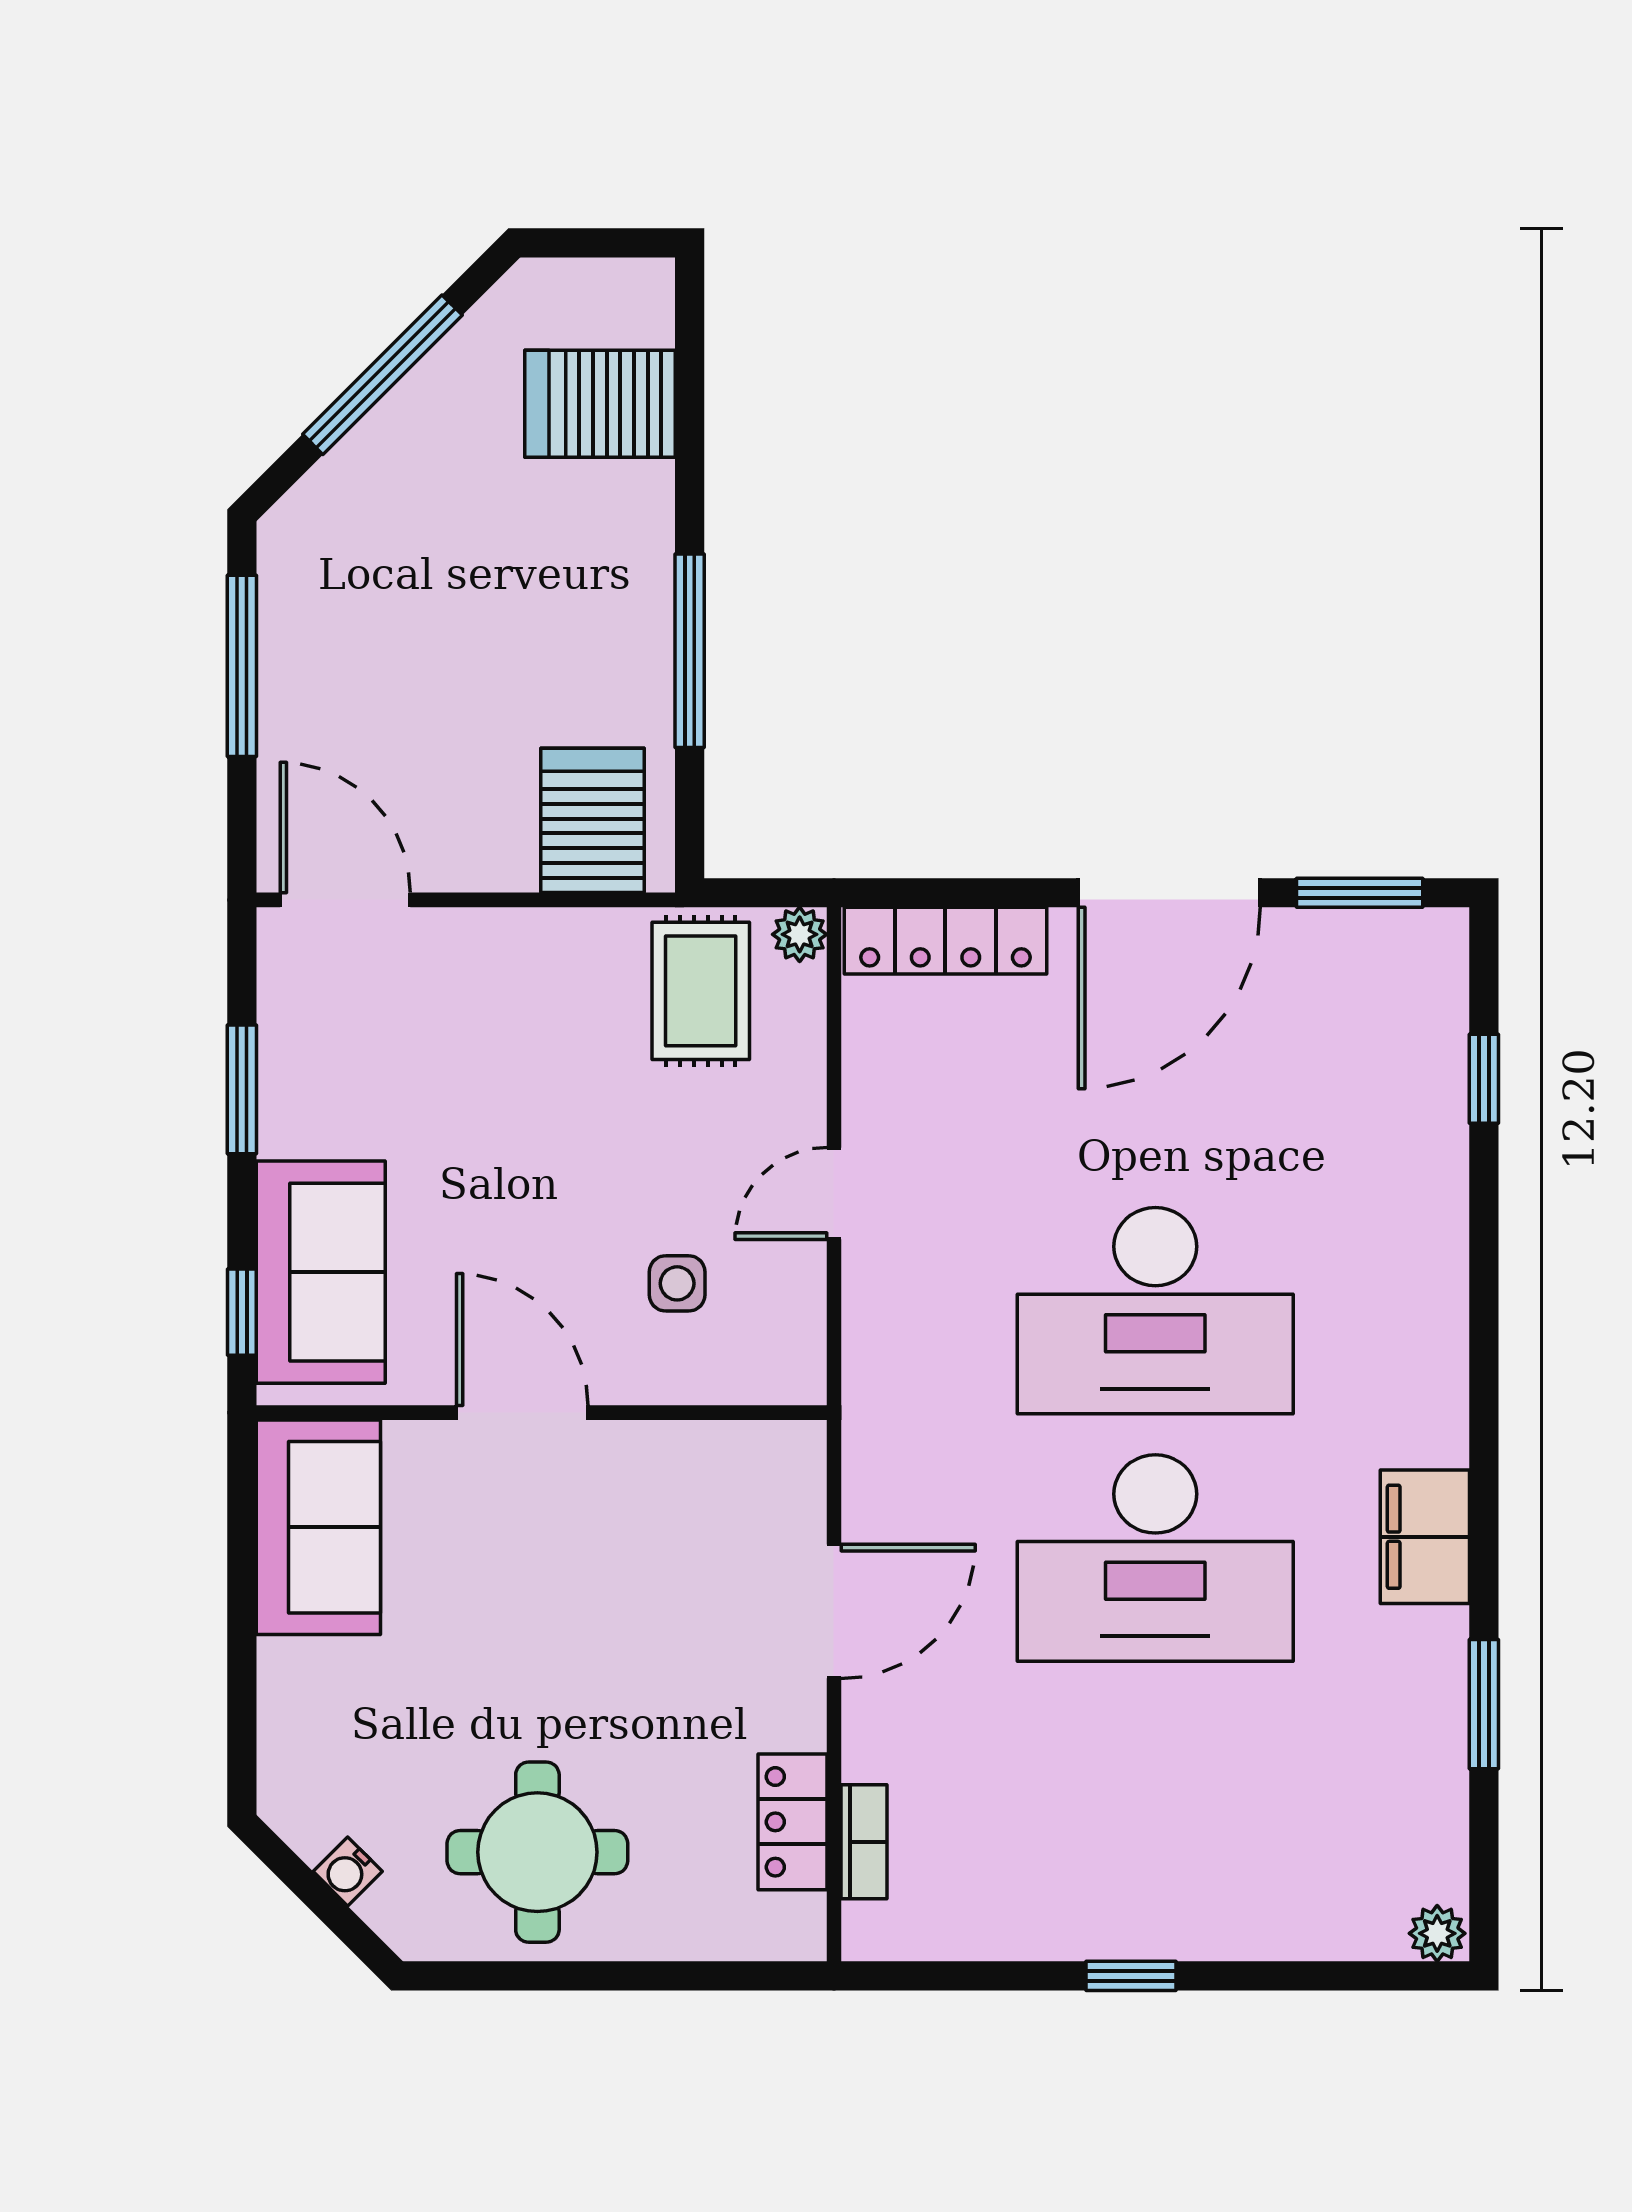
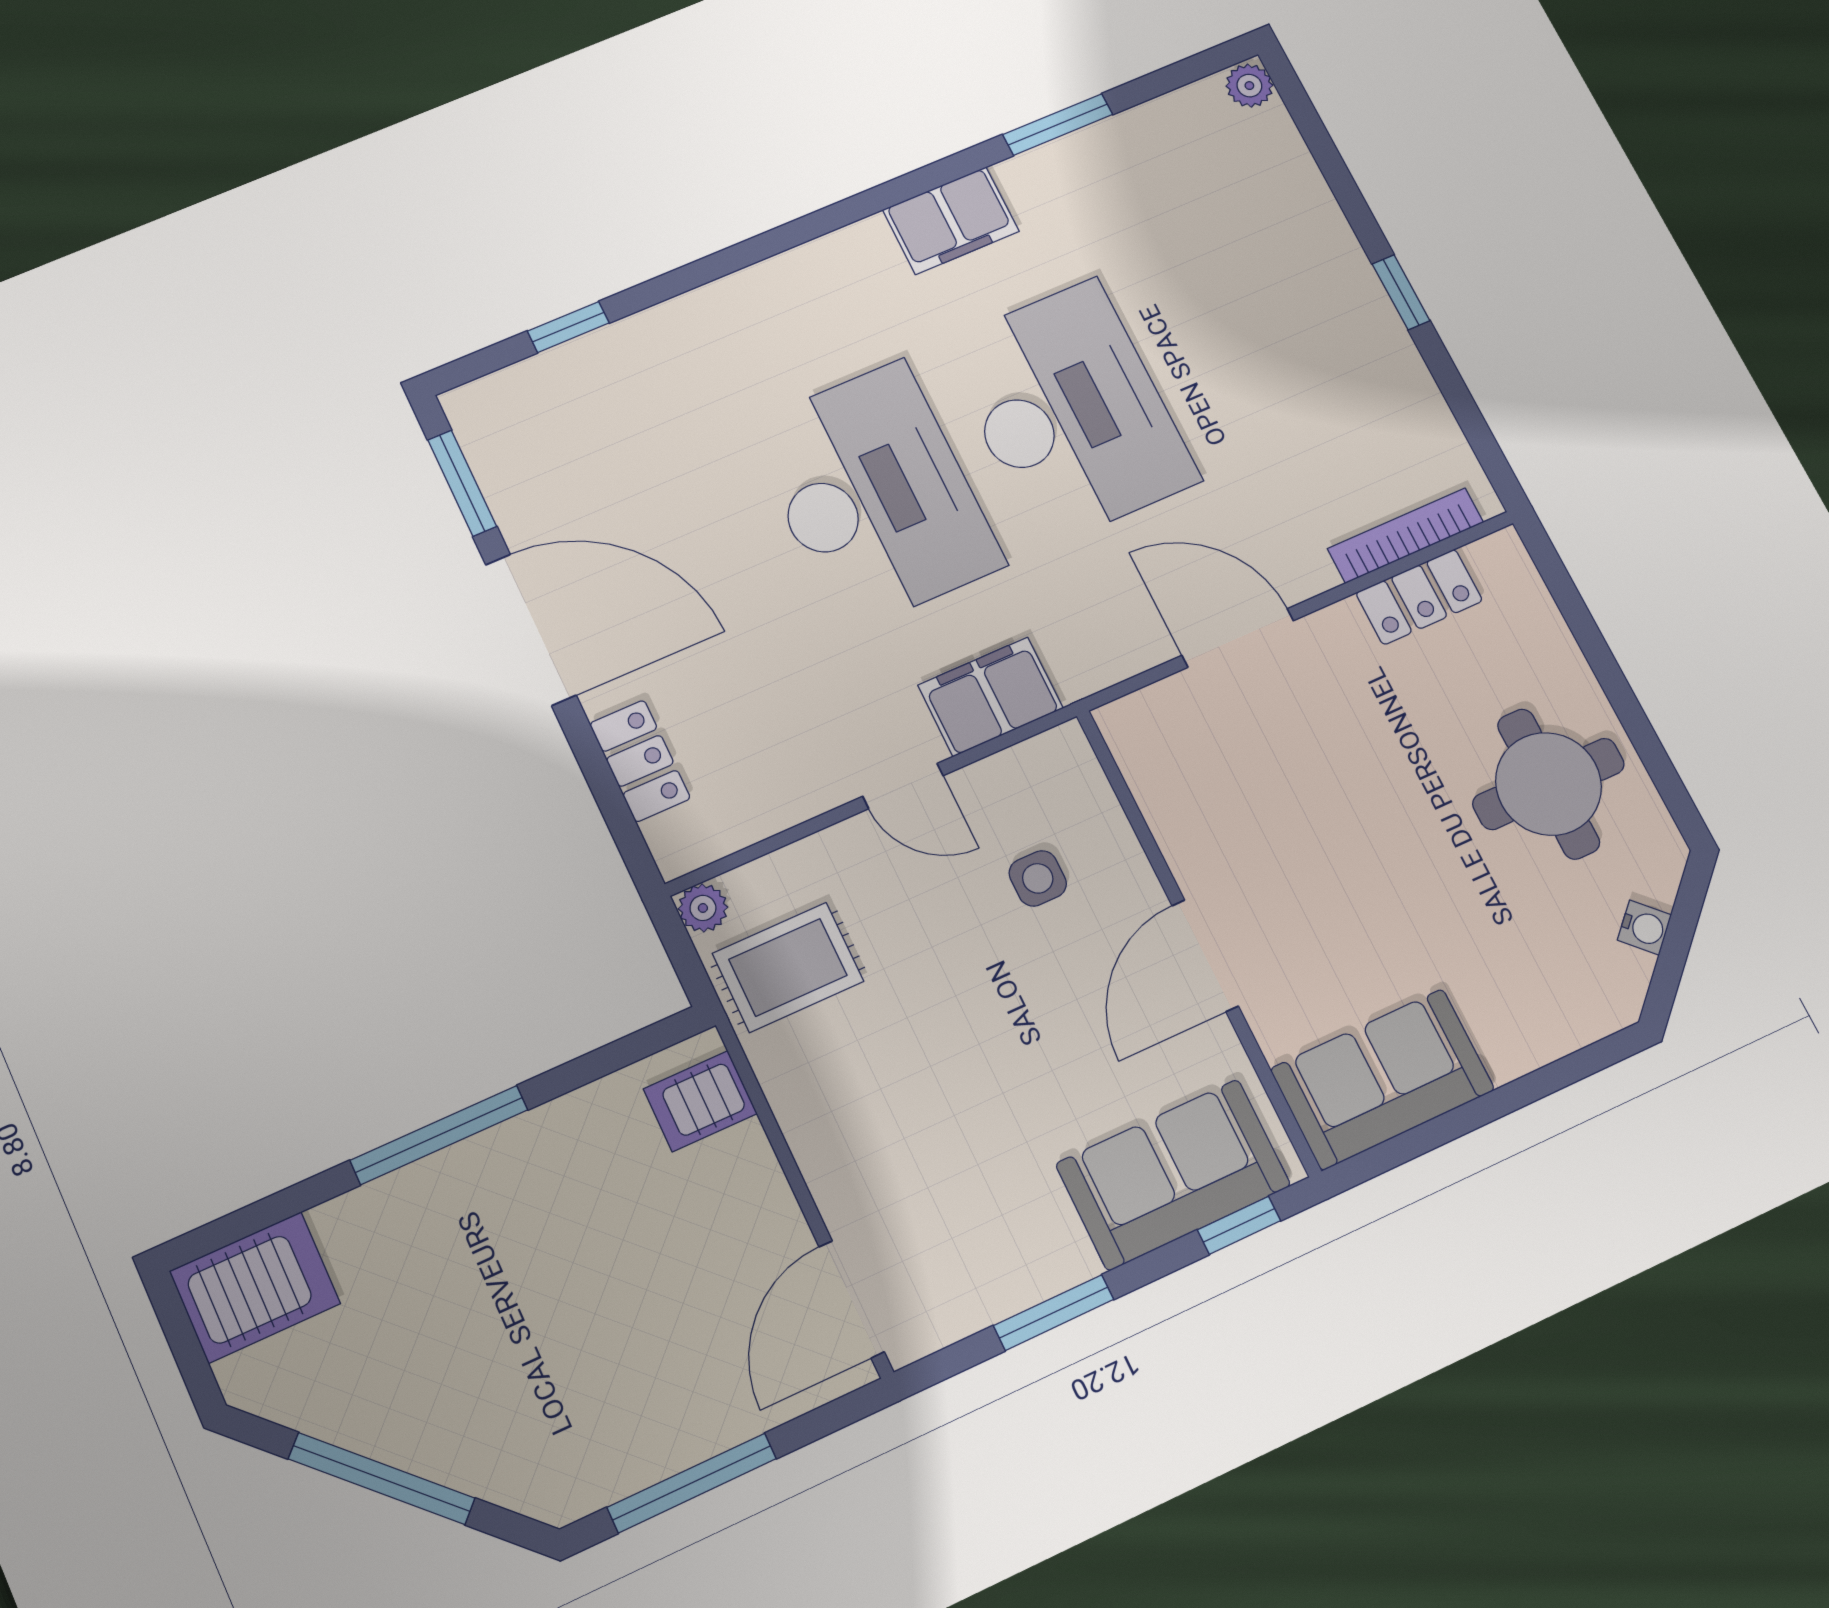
server rack: (600, 404) -> (255, 1287), moved, turned -90
window: (690, 651) -> (439, 1135), moved
server rack: (592, 820) -> (700, 1101), width x0.73, depth x0.70
locker: (945, 941) -> (640, 761), width x0.66
filing cabinet: (887, 1327) -> (990, 697), added
bookcase: (864, 1842) -> (1406, 535), width x1.56

